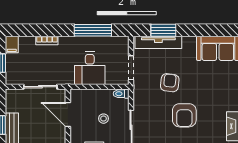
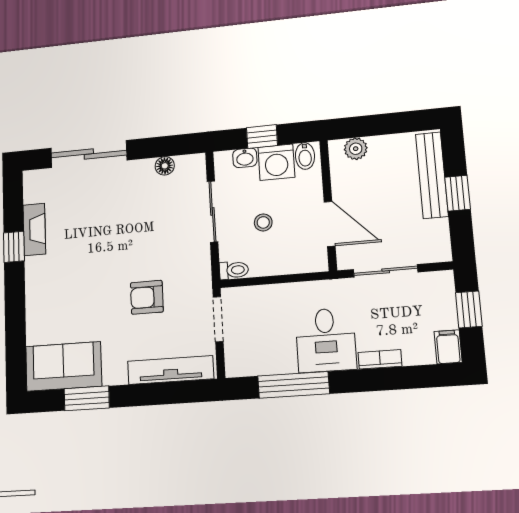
window: (163, 30) -> (87, 398), moved
desk: (90, 68) -> (326, 340), moved, turned 180
armchair: (170, 83) -> (147, 297), turned 83
armchair: (184, 115) -> (119, 241), removed

